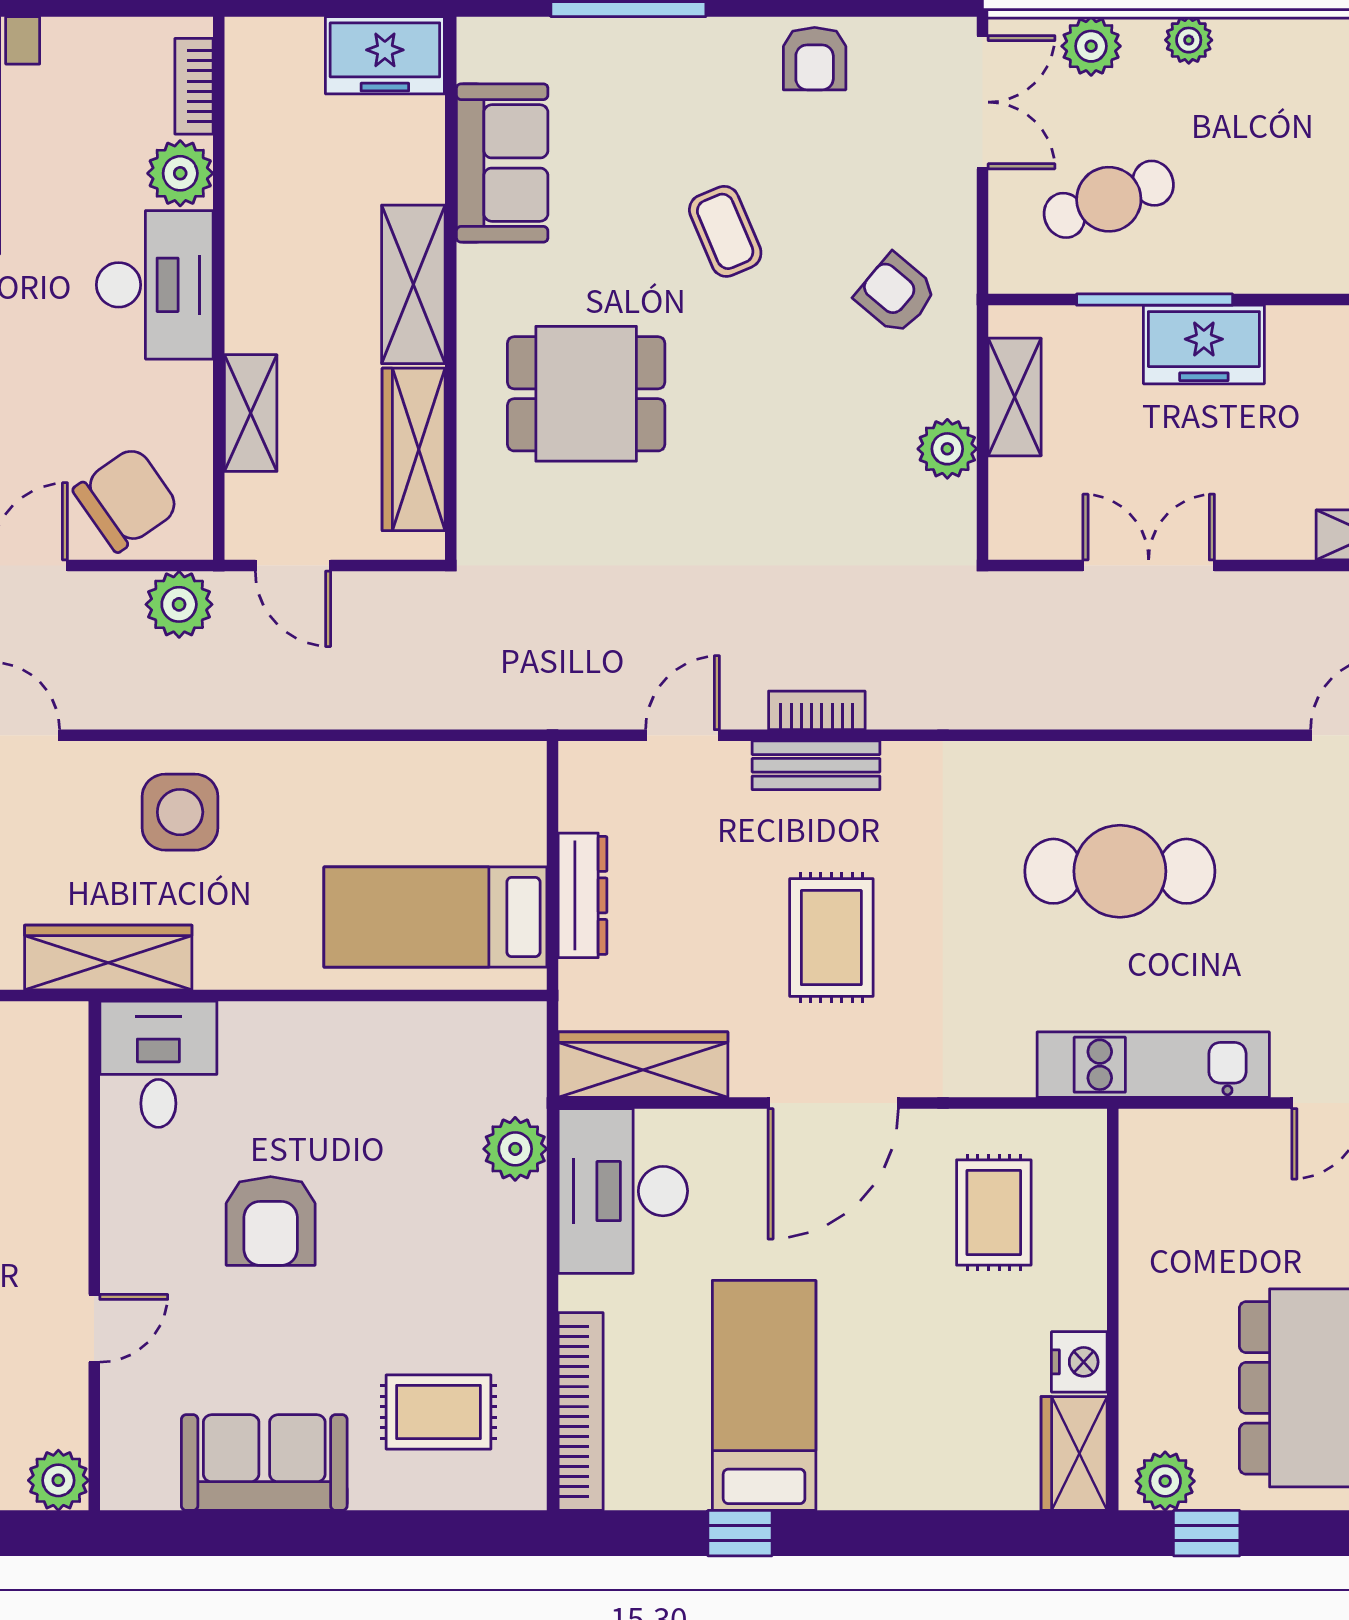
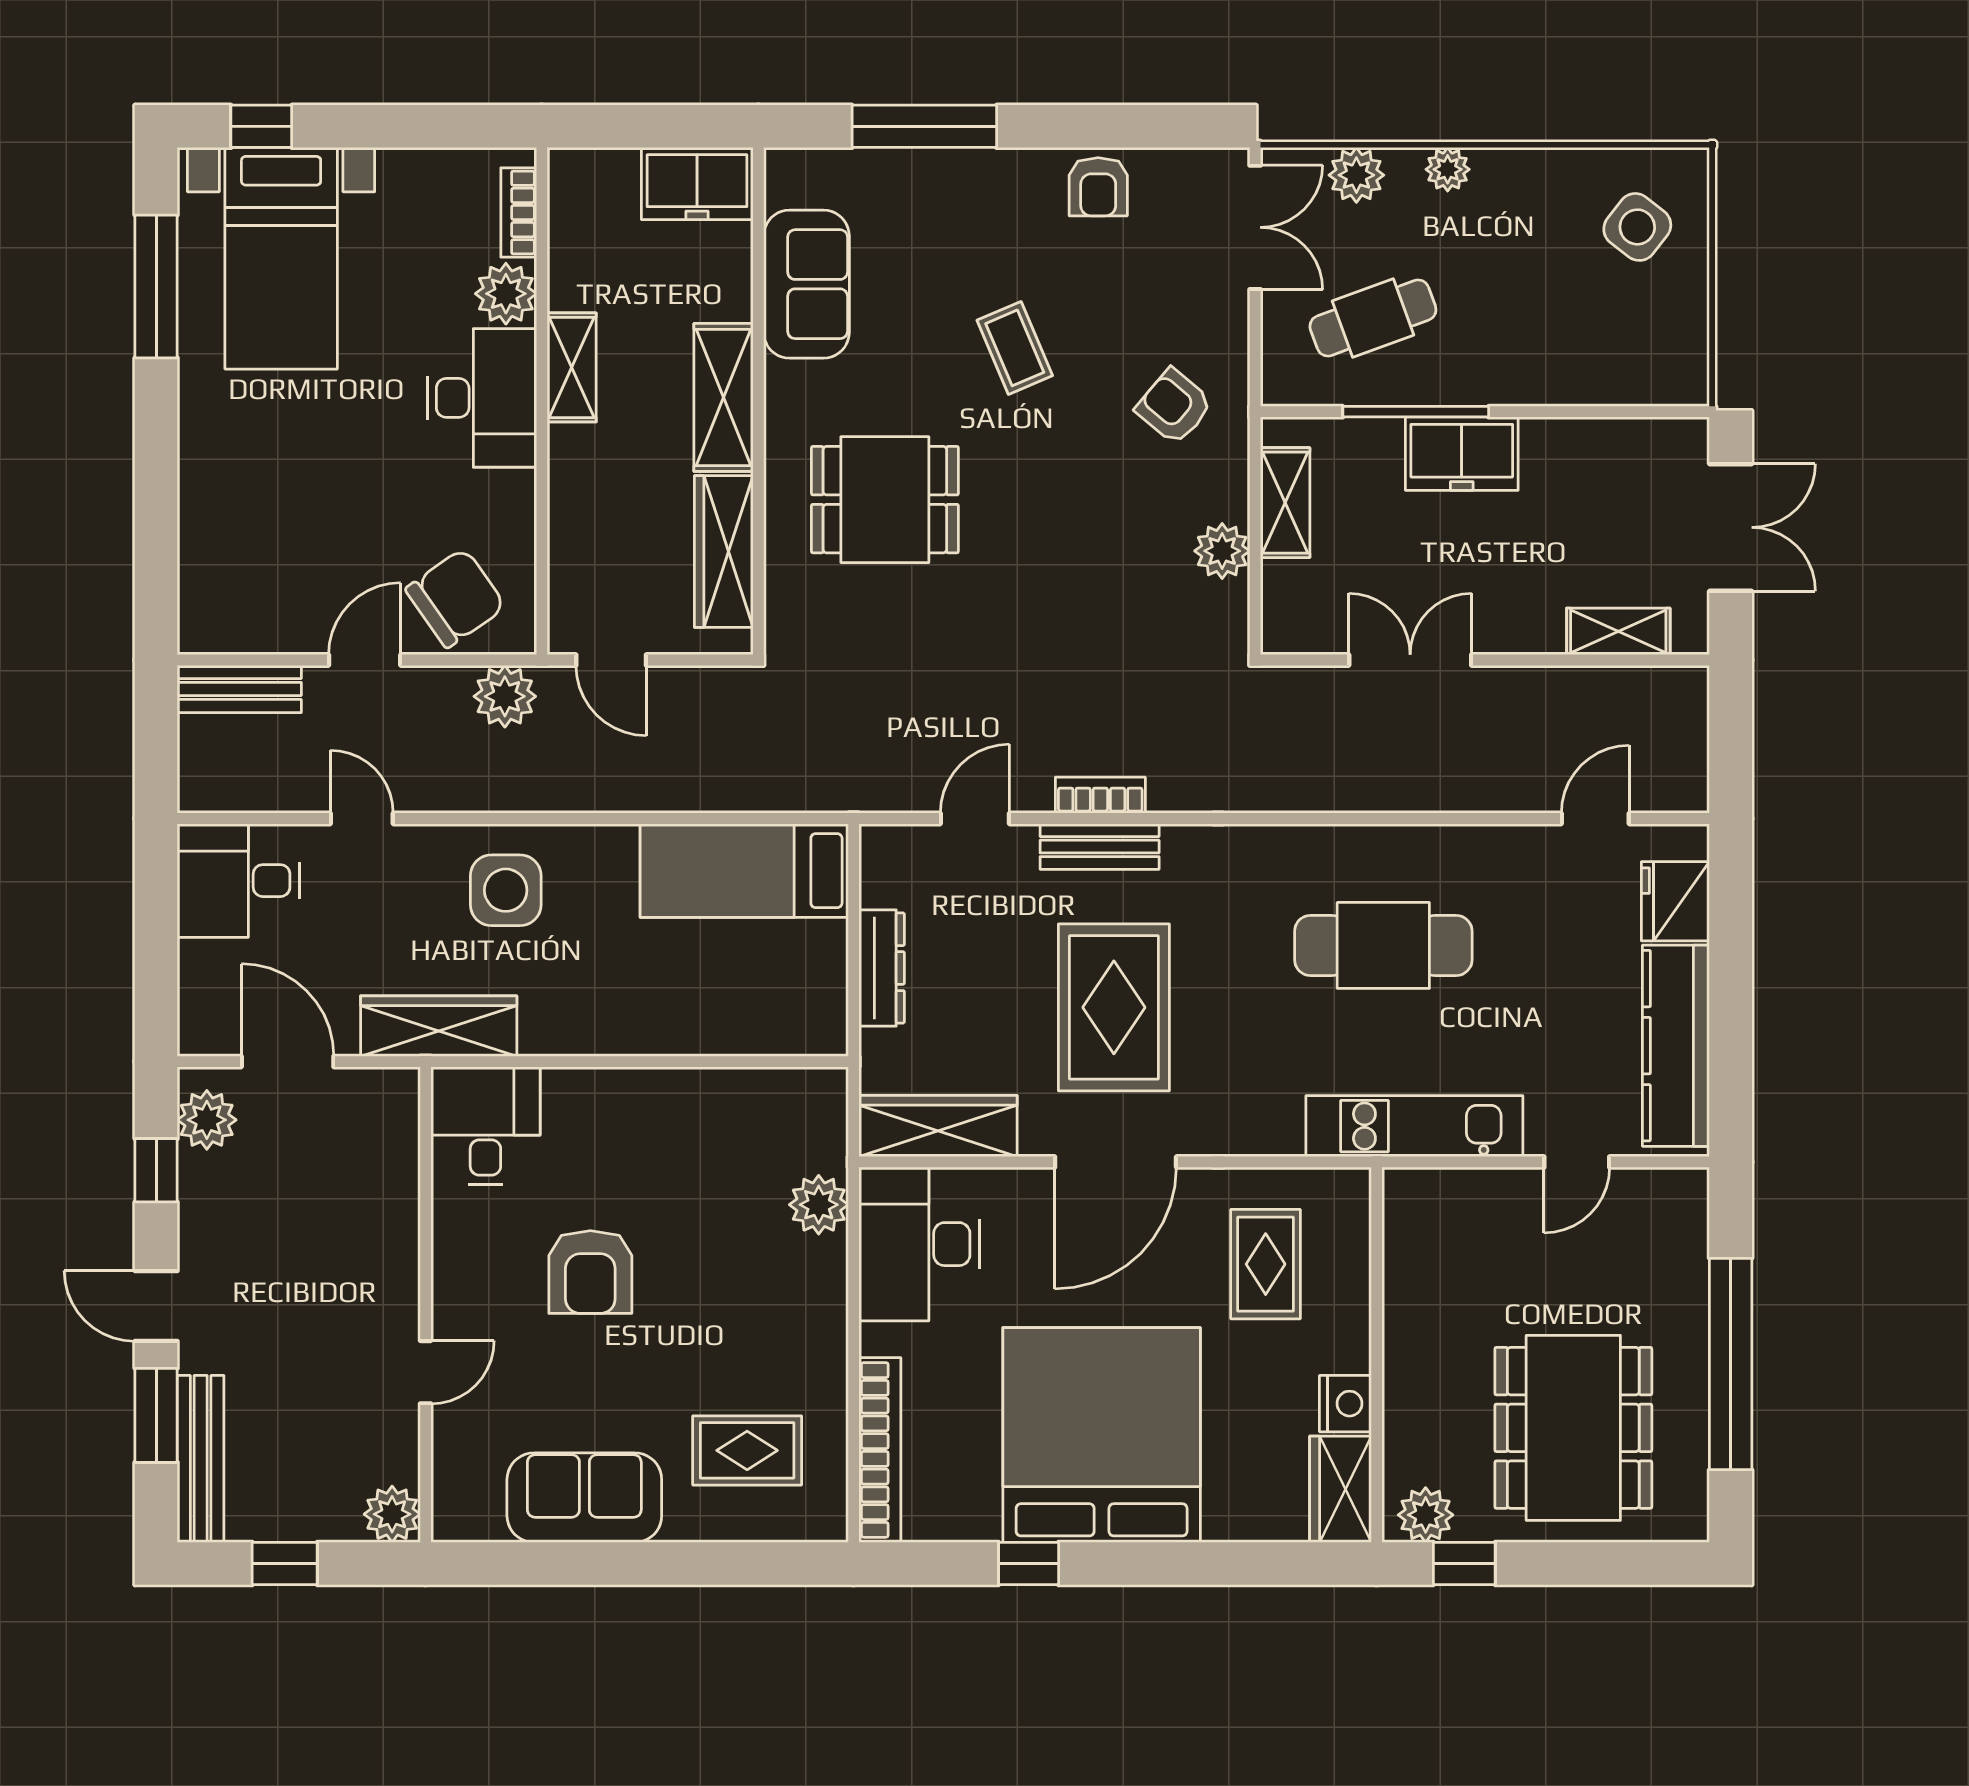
shelving: (251, 413) -> (572, 367), moved
bed: (435, 917) -> (744, 871), moved
rug: (831, 938) -> (1114, 1007), width x1.36, depth x1.43
bed: (764, 1395) -> (1102, 1435), width x2.04

